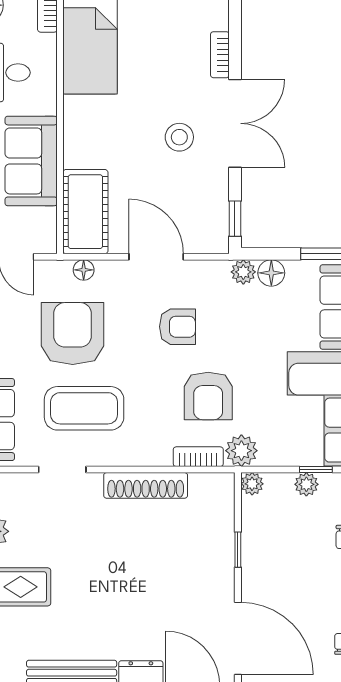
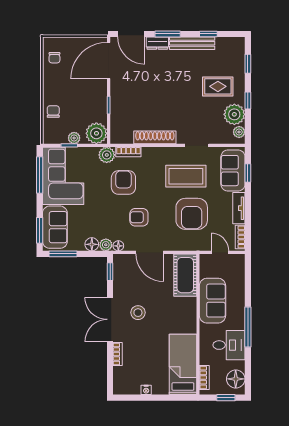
floor lamp: (84, 270) -> (118, 246), moved
plant: (252, 484) -> (96, 133), width x1.87, depth x1.87
door: (238, 638) -> (109, 61), hinge flipped

